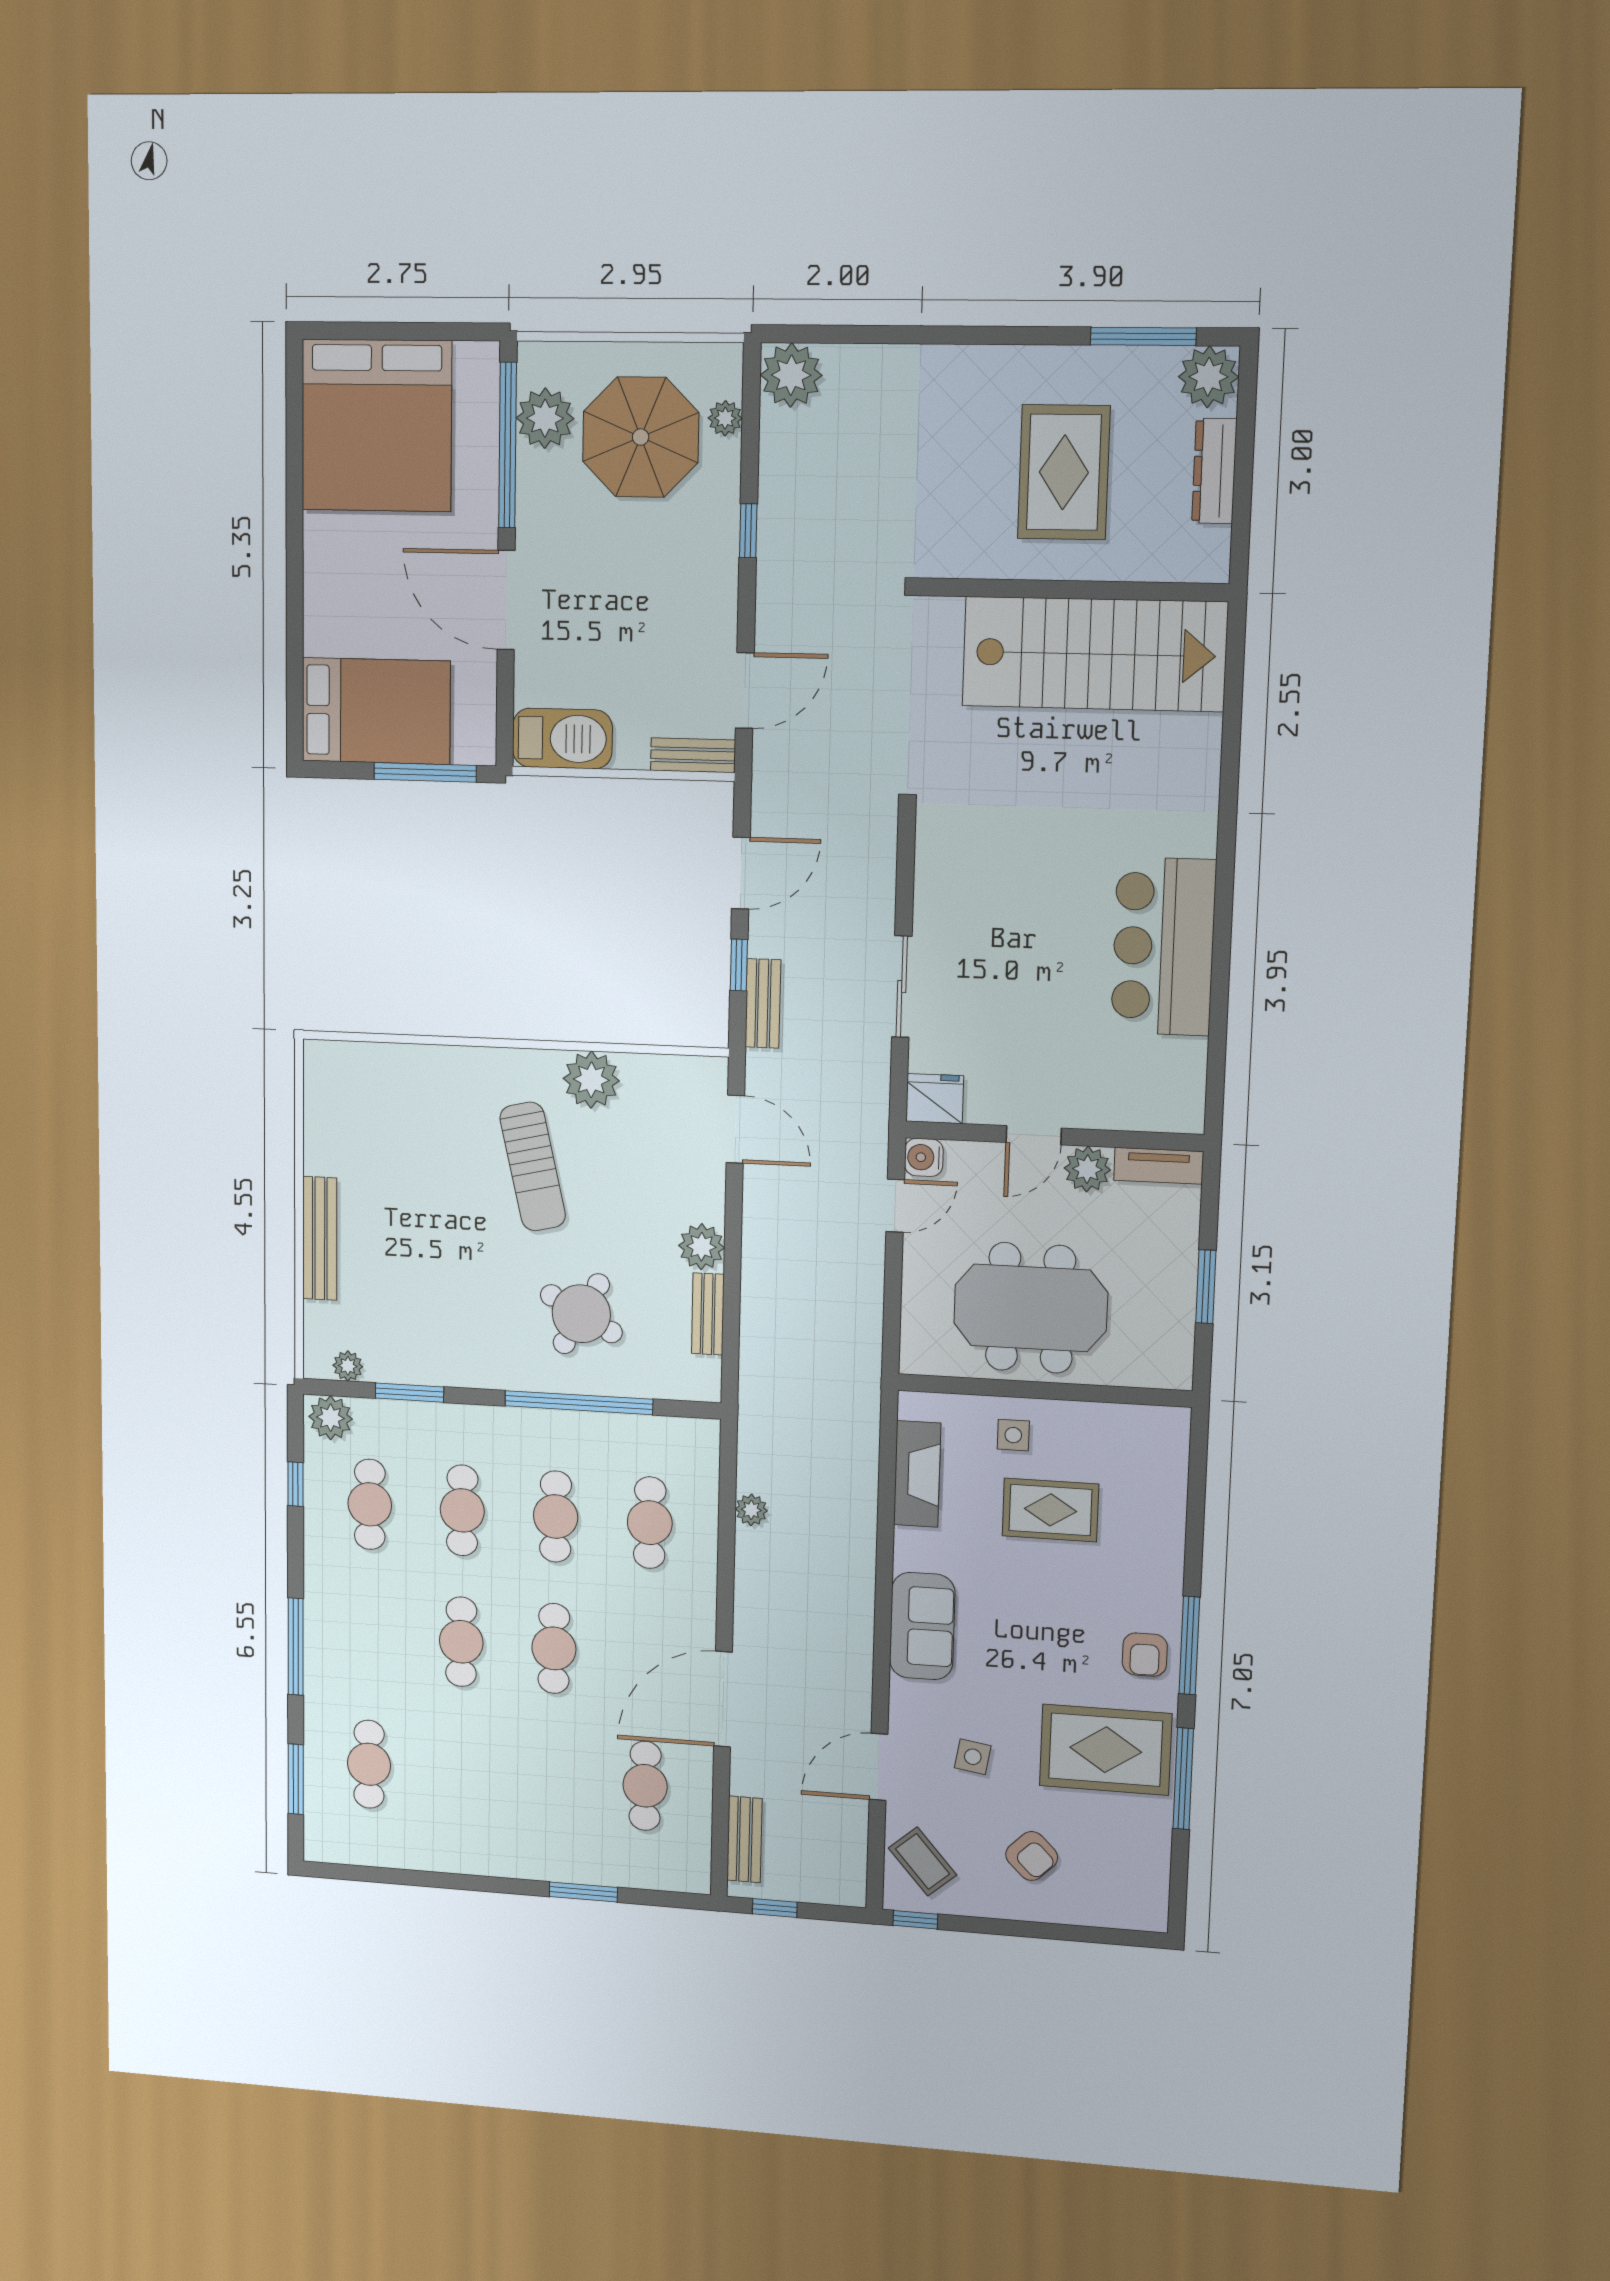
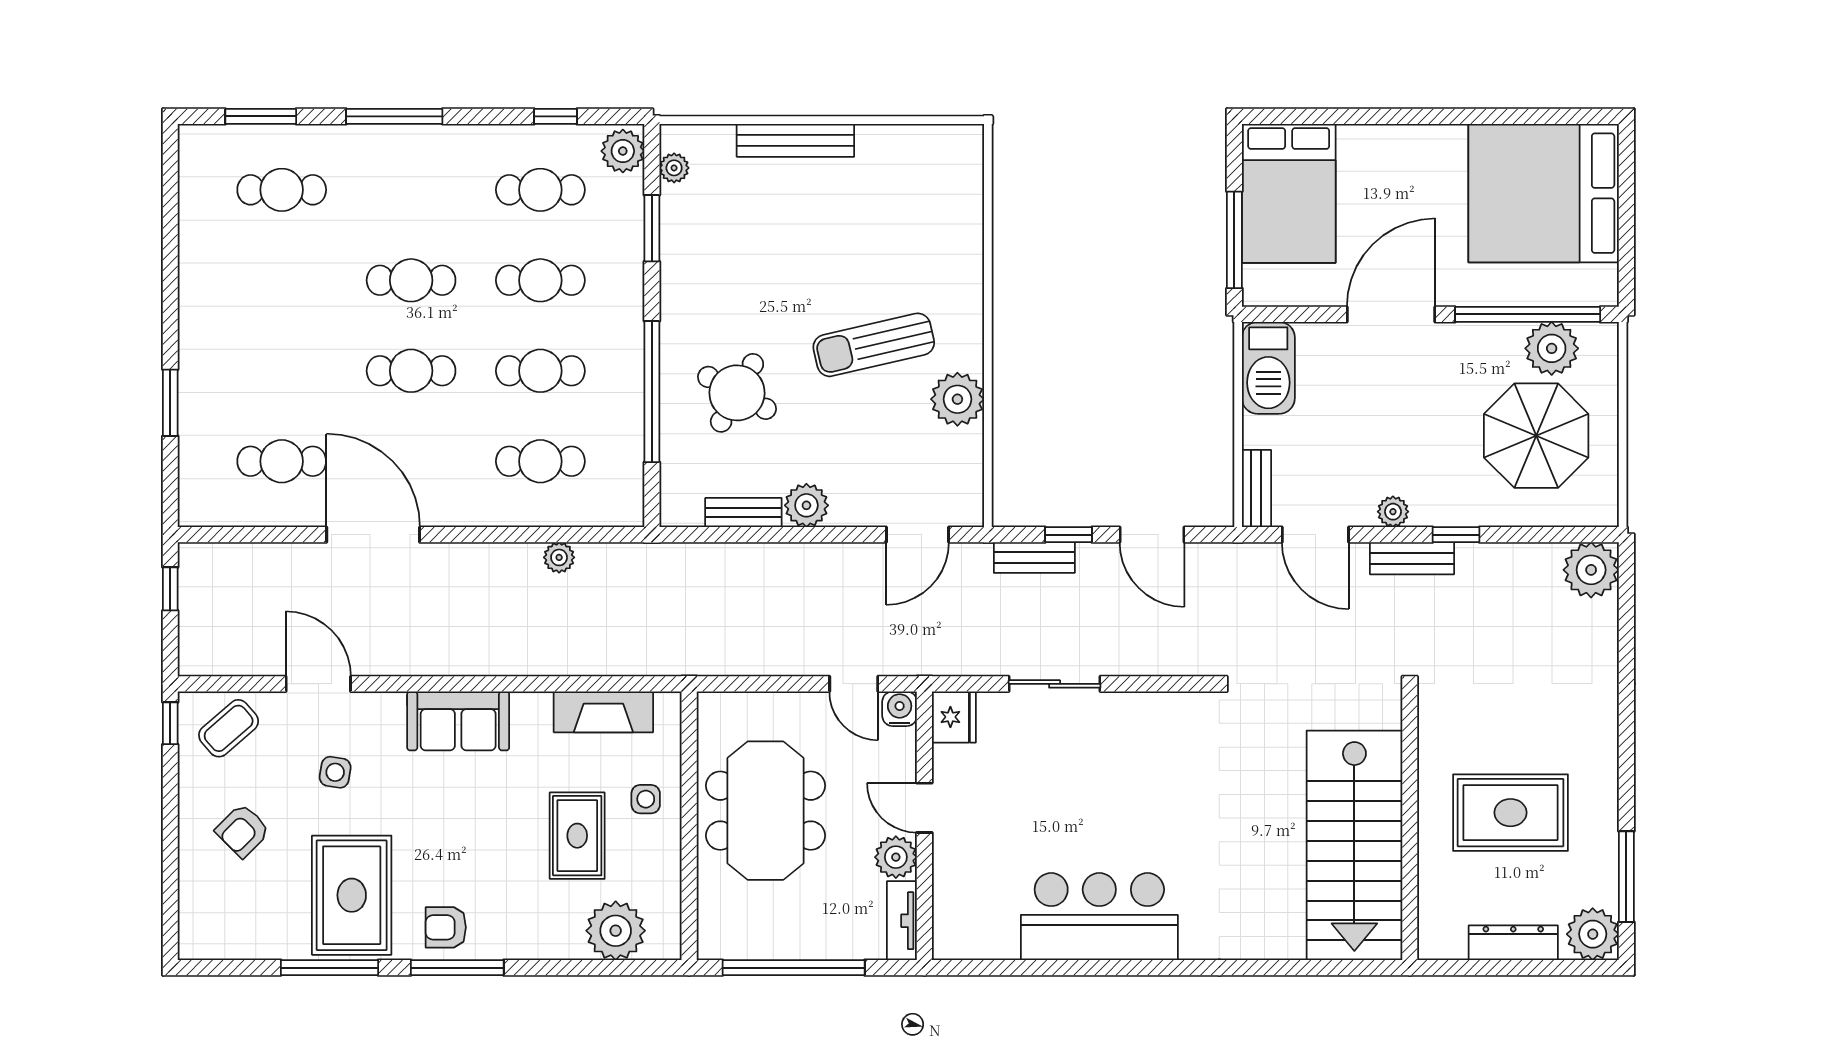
plant: (725, 418) -> (1393, 512), moved
window: (1206, 1287) -> (794, 968), width x2.11
plant: (1156, 1476) -> (616, 931), added
bench: (744, 1839) -> (1412, 558), moved

